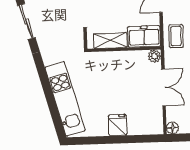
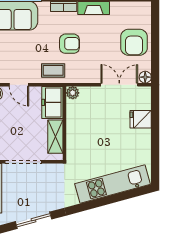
double door: (164, 87) -> (119, 85), moved
fridge: (118, 125) -> (141, 119), moved

